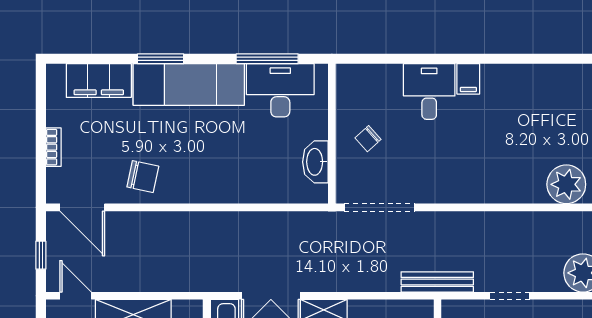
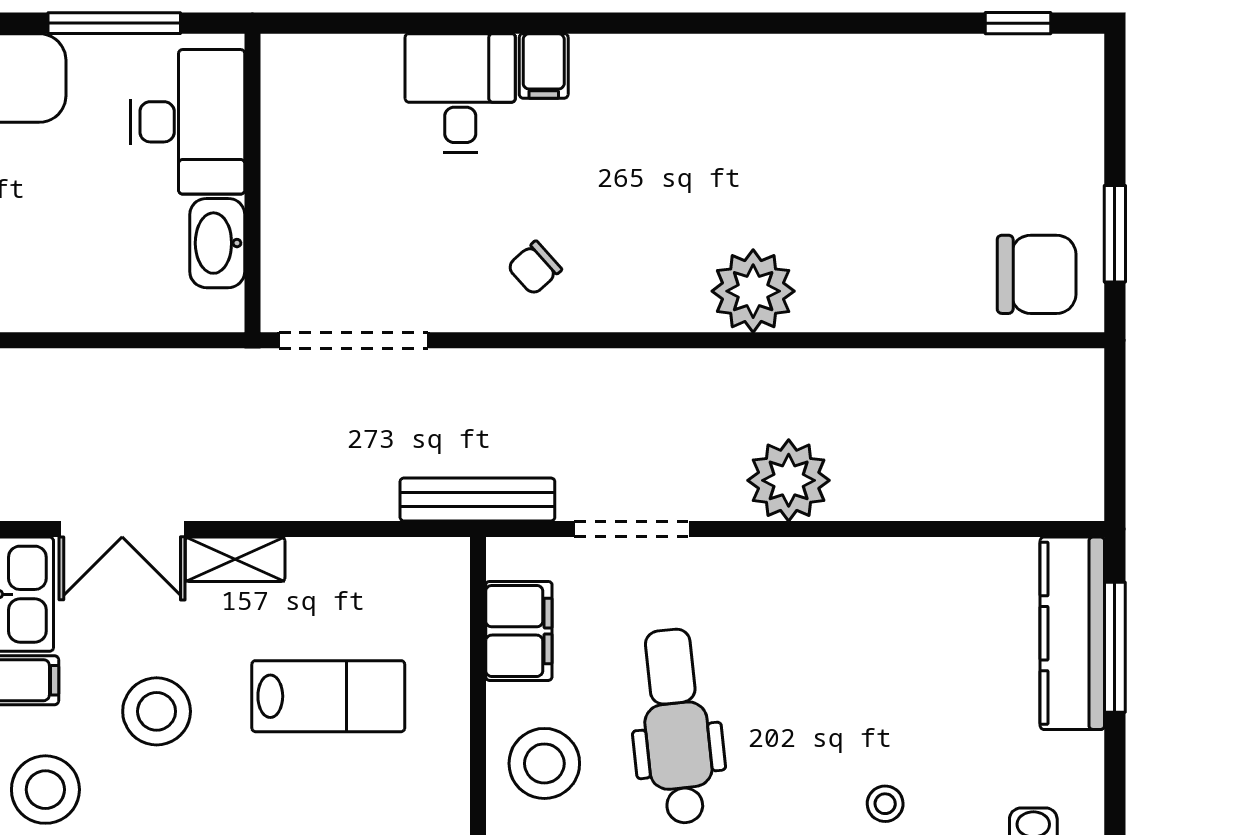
desk: (280, 90) -> (188, 122), moved, turned 90
chair: (368, 139) -> (534, 268), moved
doorway: (510, 296) -> (632, 529), width x1.38

